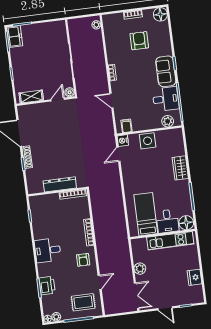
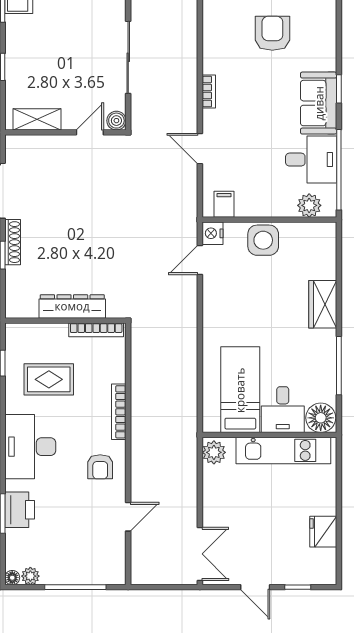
desk: (48, 250) -> (30, 447), width x1.37
plant: (140, 269) -> (214, 452), moved
rug: (83, 302) -> (49, 379), moved

